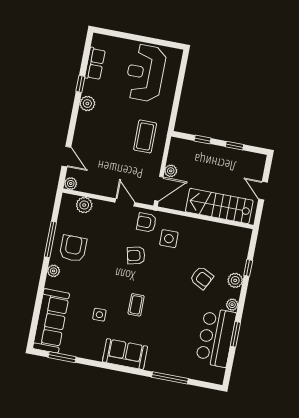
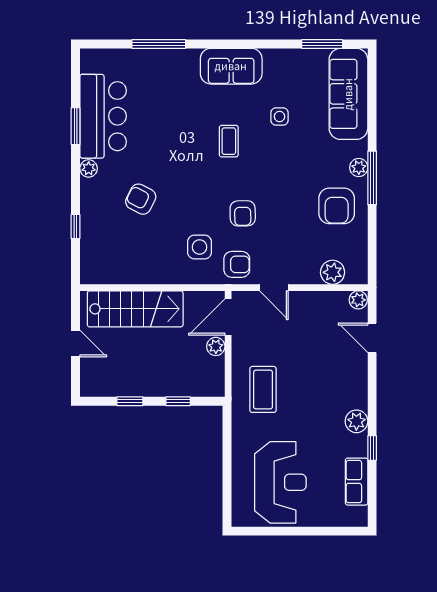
window: (50, 239) -> (372, 178), moved
armchair: (136, 255) -> (243, 213), turned 102
plant: (235, 280) -> (91, 205), removed

